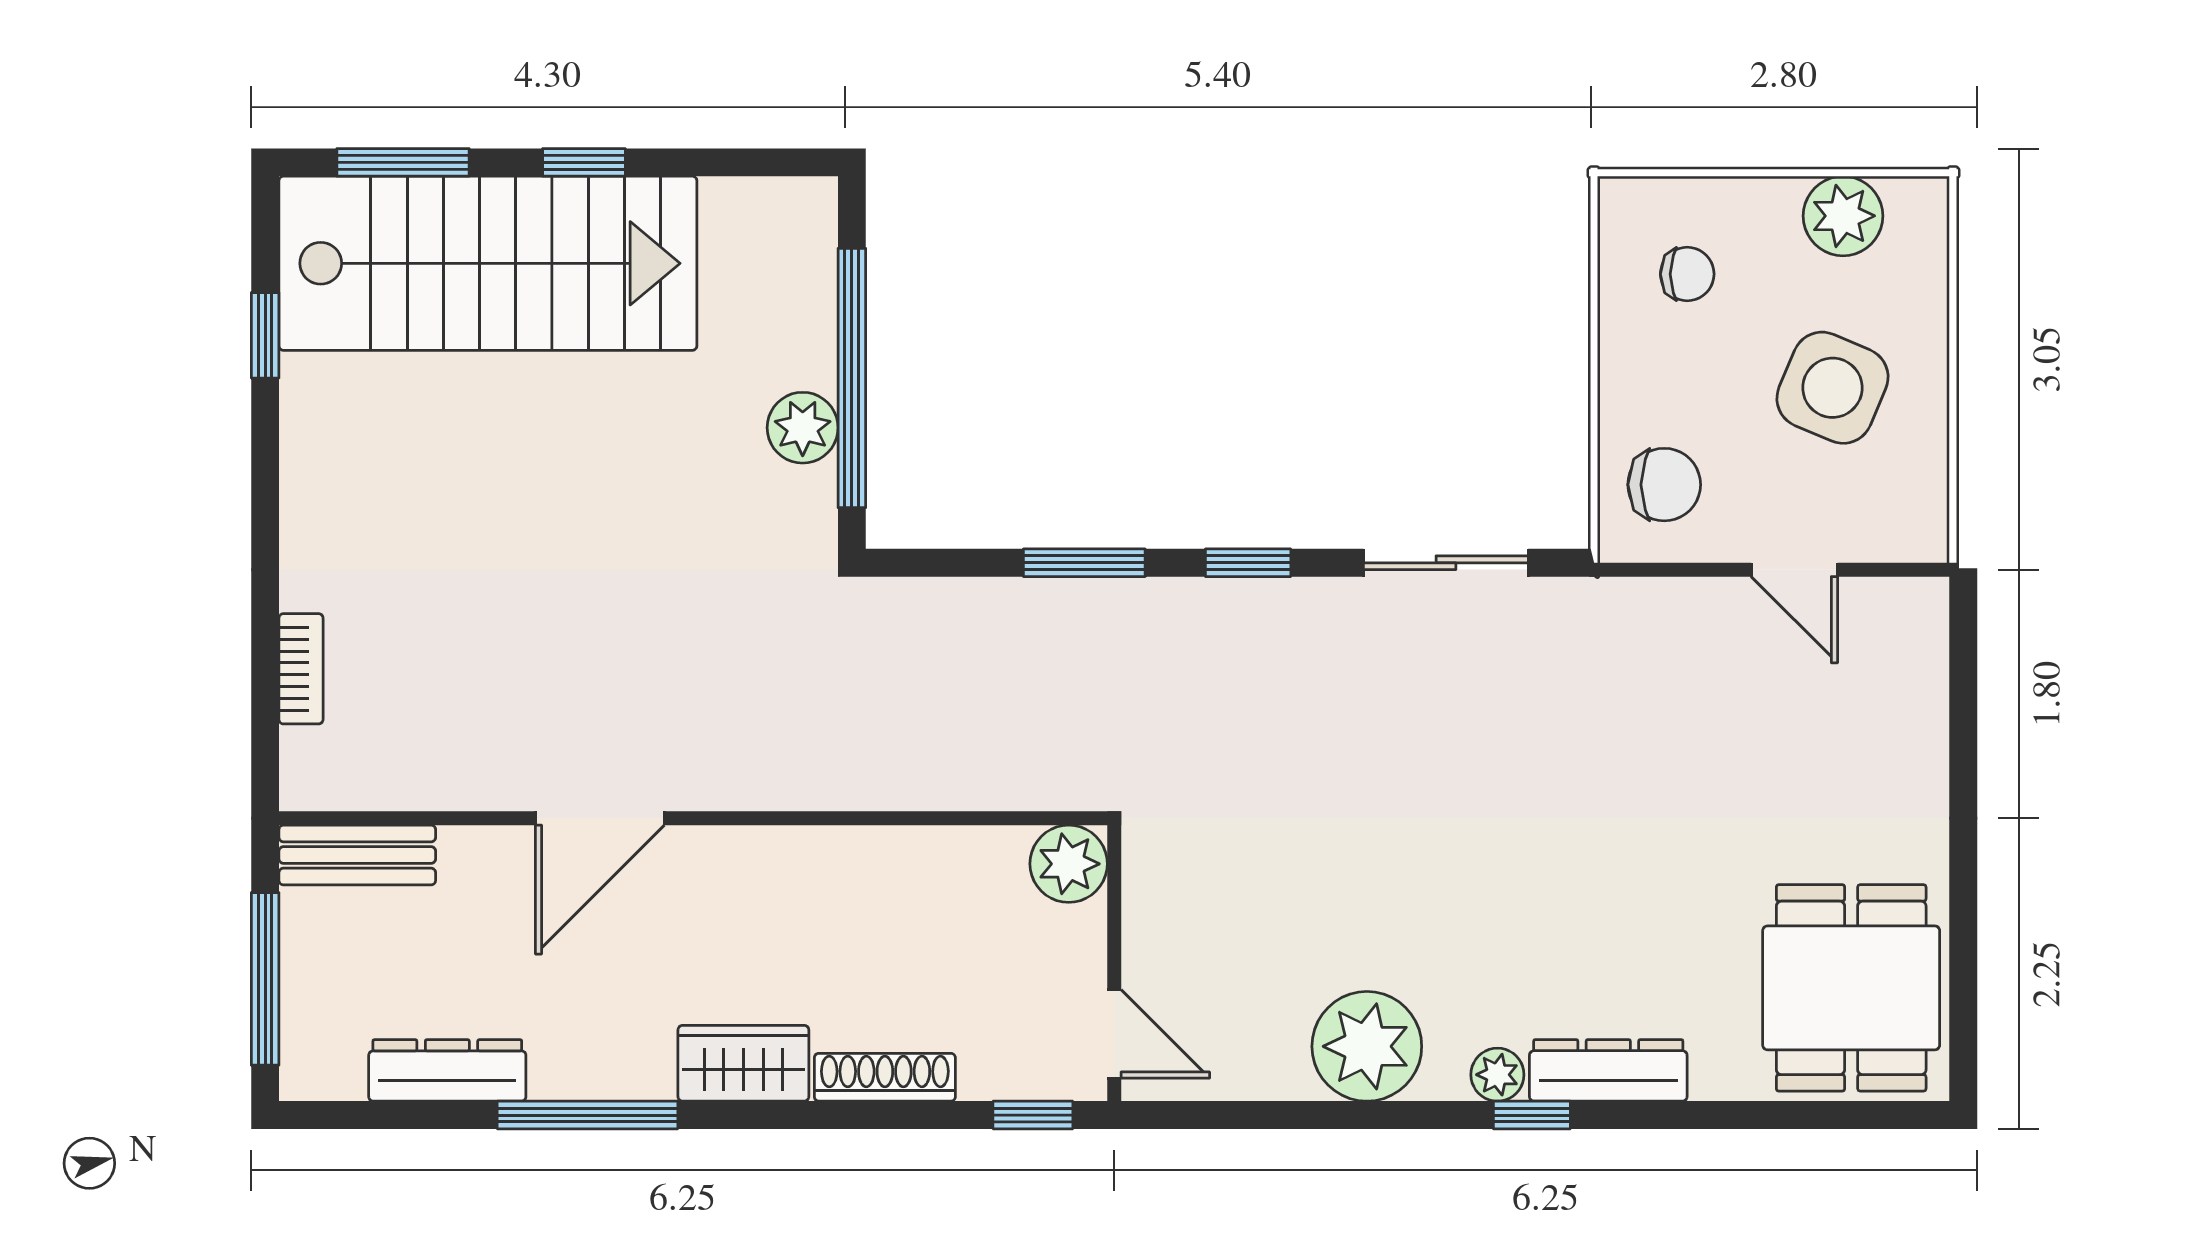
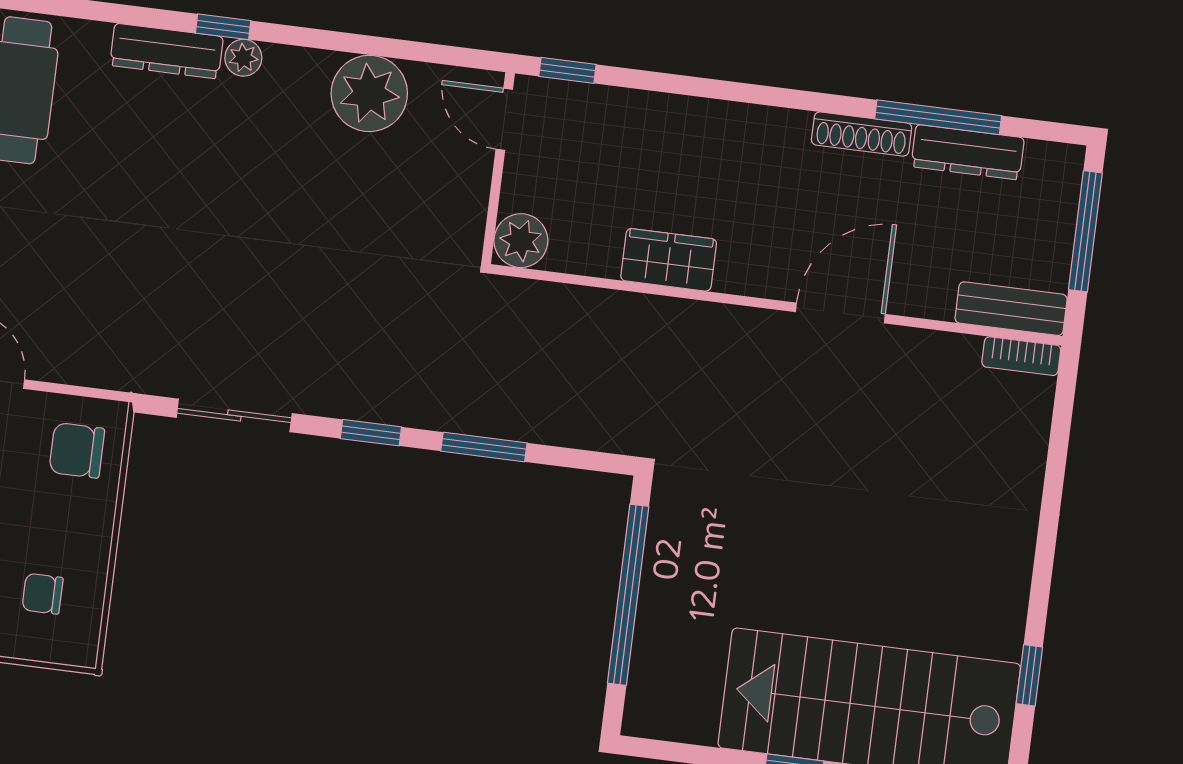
plant: (803, 428) -> (666, 565), removed
bookcase: (301, 669) -> (1021, 356), moved, turned -90
plant: (1367, 1046) -> (369, 93), moved
wardrobe: (743, 1063) -> (669, 260), moved, turned 180
shoe rack: (885, 1077) -> (862, 134), moved
window: (588, 1115) -> (938, 117), moved

